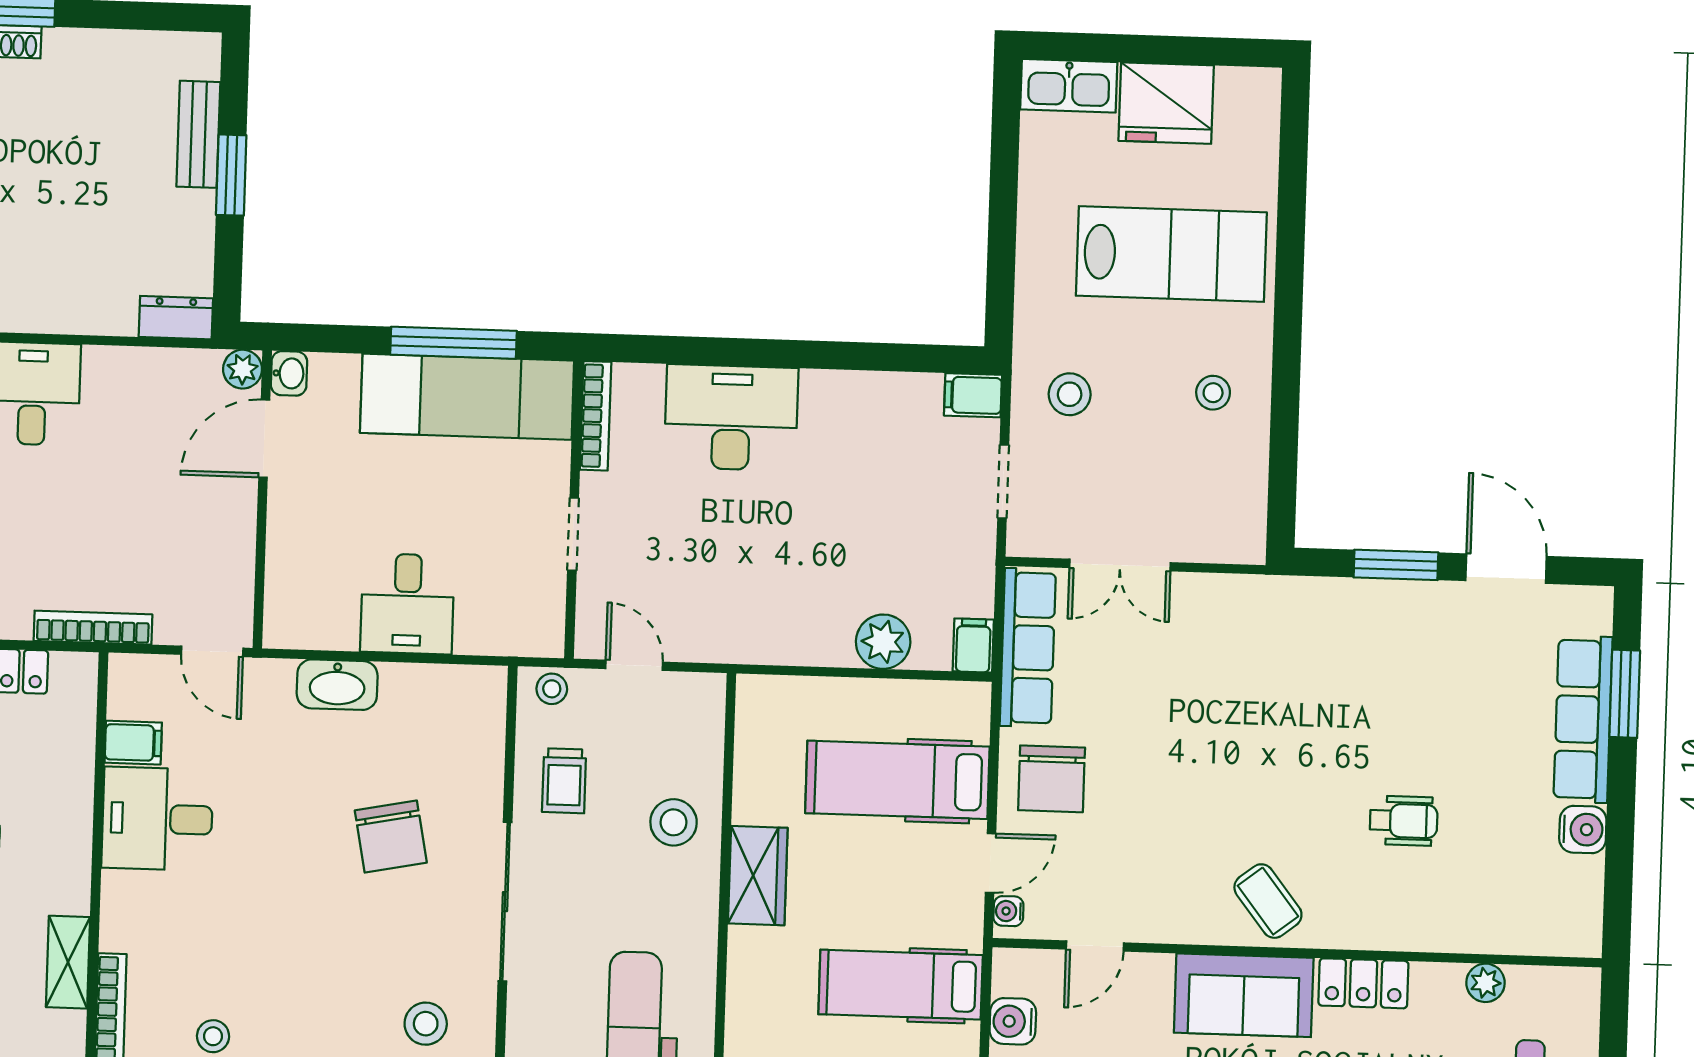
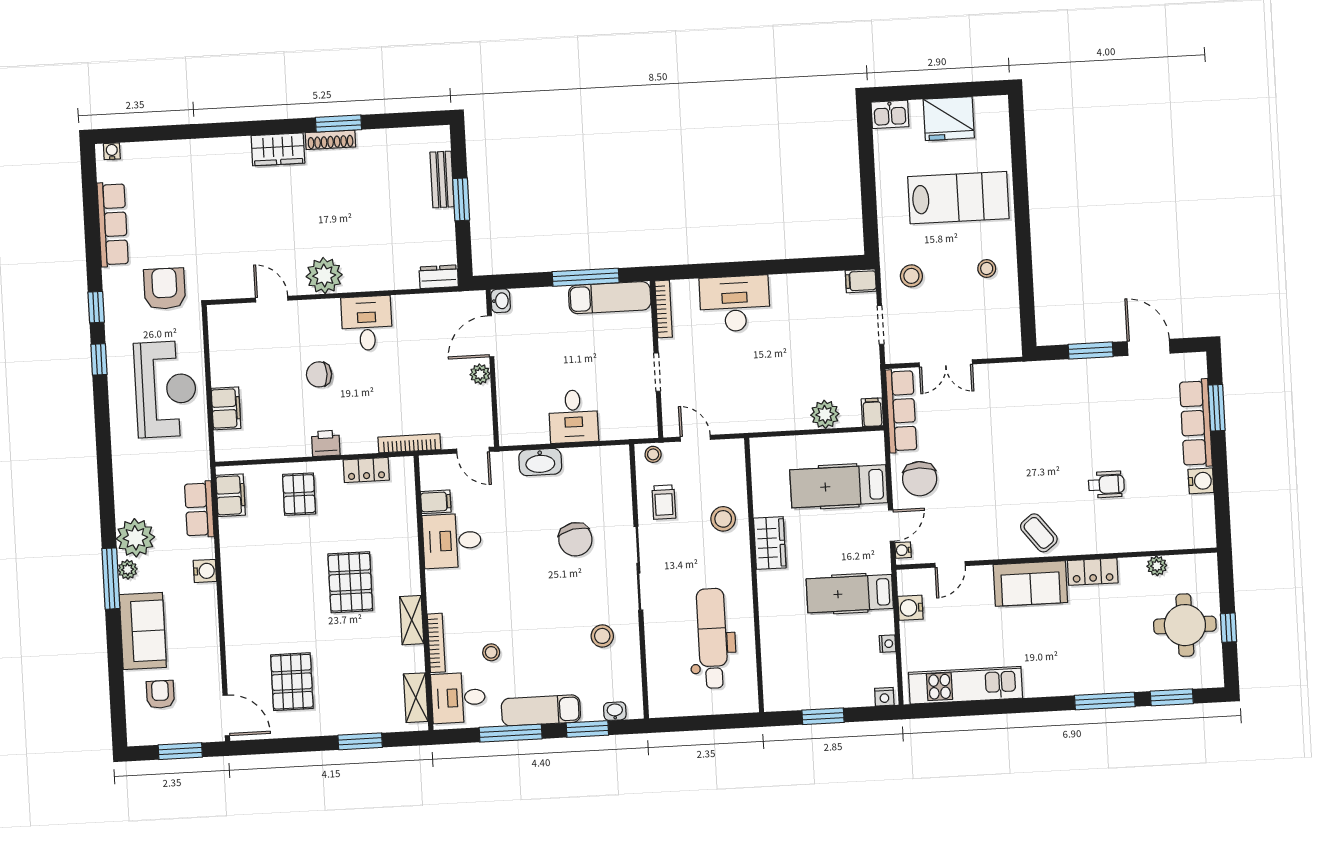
kitchen sink: (1069, 86) -> (890, 114), width x0.73
plant: (243, 369) -> (480, 374), moved
exam couch: (467, 397) -> (610, 298), width x0.73, depth x0.69

